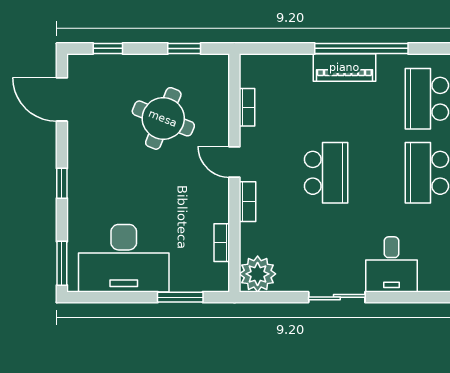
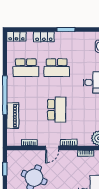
piano: (344, 67) -> (13, 116), moved
school desk: (326, 173) -> (57, 110), turned 90

